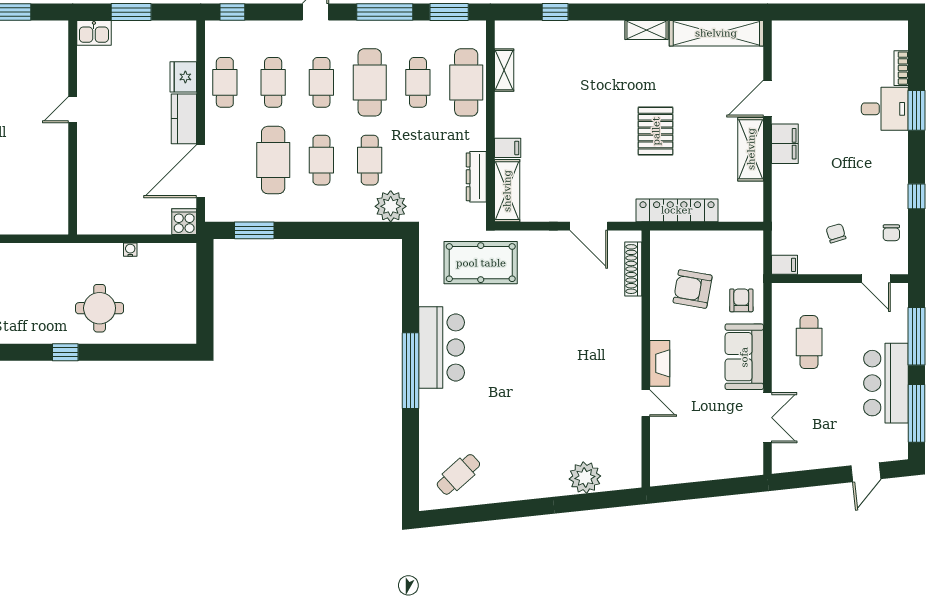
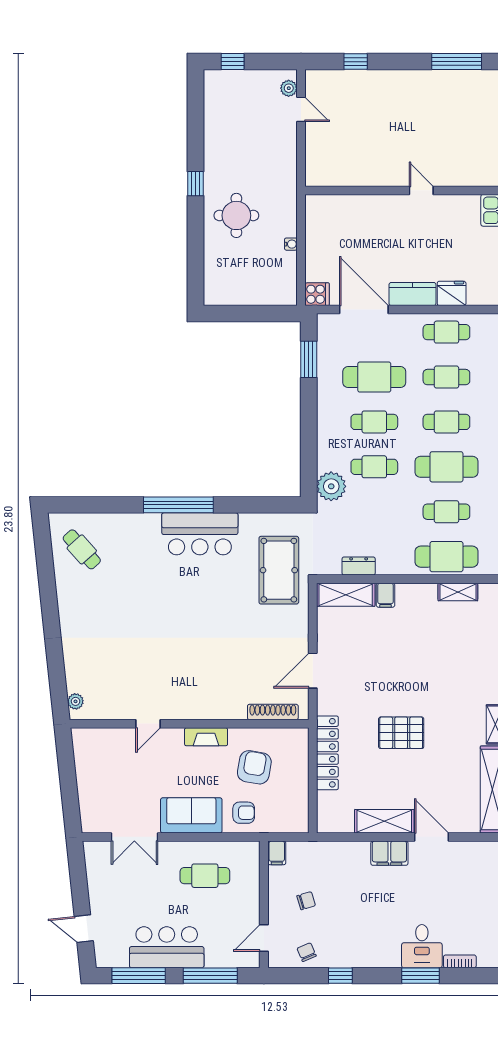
dresser: (476, 177) -> (359, 566), width x0.70
chair: (891, 233) -> (307, 952), turned 67
fireplace: (660, 363) -> (206, 737), moved
plant: (585, 477) -> (76, 701), moved, width x0.53, depth x0.53

